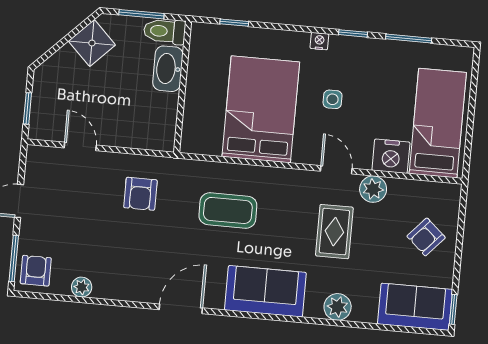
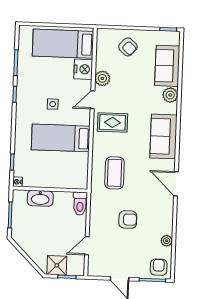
toilet: (165, 31) -> (80, 204), moved
nightstand: (319, 41) -> (17, 182), moved
shower: (92, 43) -> (57, 265), moved, turned 45
bed: (261, 109) -> (61, 138), width x0.67
armchair: (140, 194) -> (128, 220), moved
coffee table: (228, 210) -> (114, 173), moved
rug: (334, 232) -> (112, 122), moved
armchair: (36, 271) -> (159, 267), turned 90
sofa: (415, 307) -> (167, 66), moved

